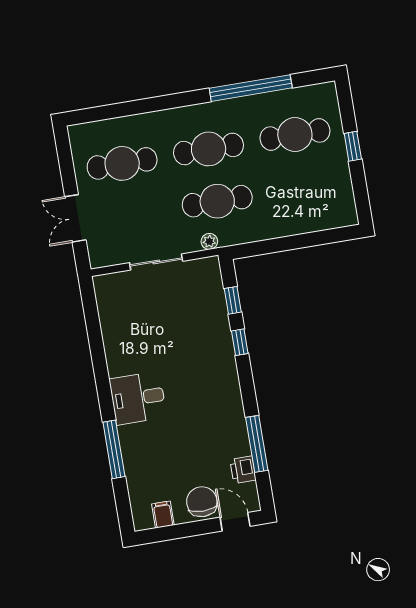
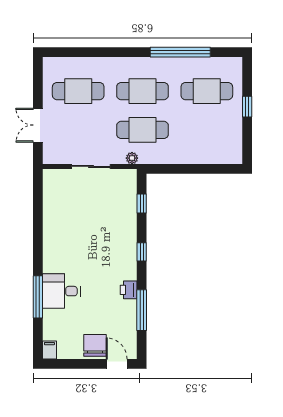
window: (240, 342) -> (142, 252), moved
desk: (138, 398) -> (61, 291), moved
printer: (243, 470) -> (129, 290), moved
filing cabinet: (163, 515) -> (49, 350), moved

